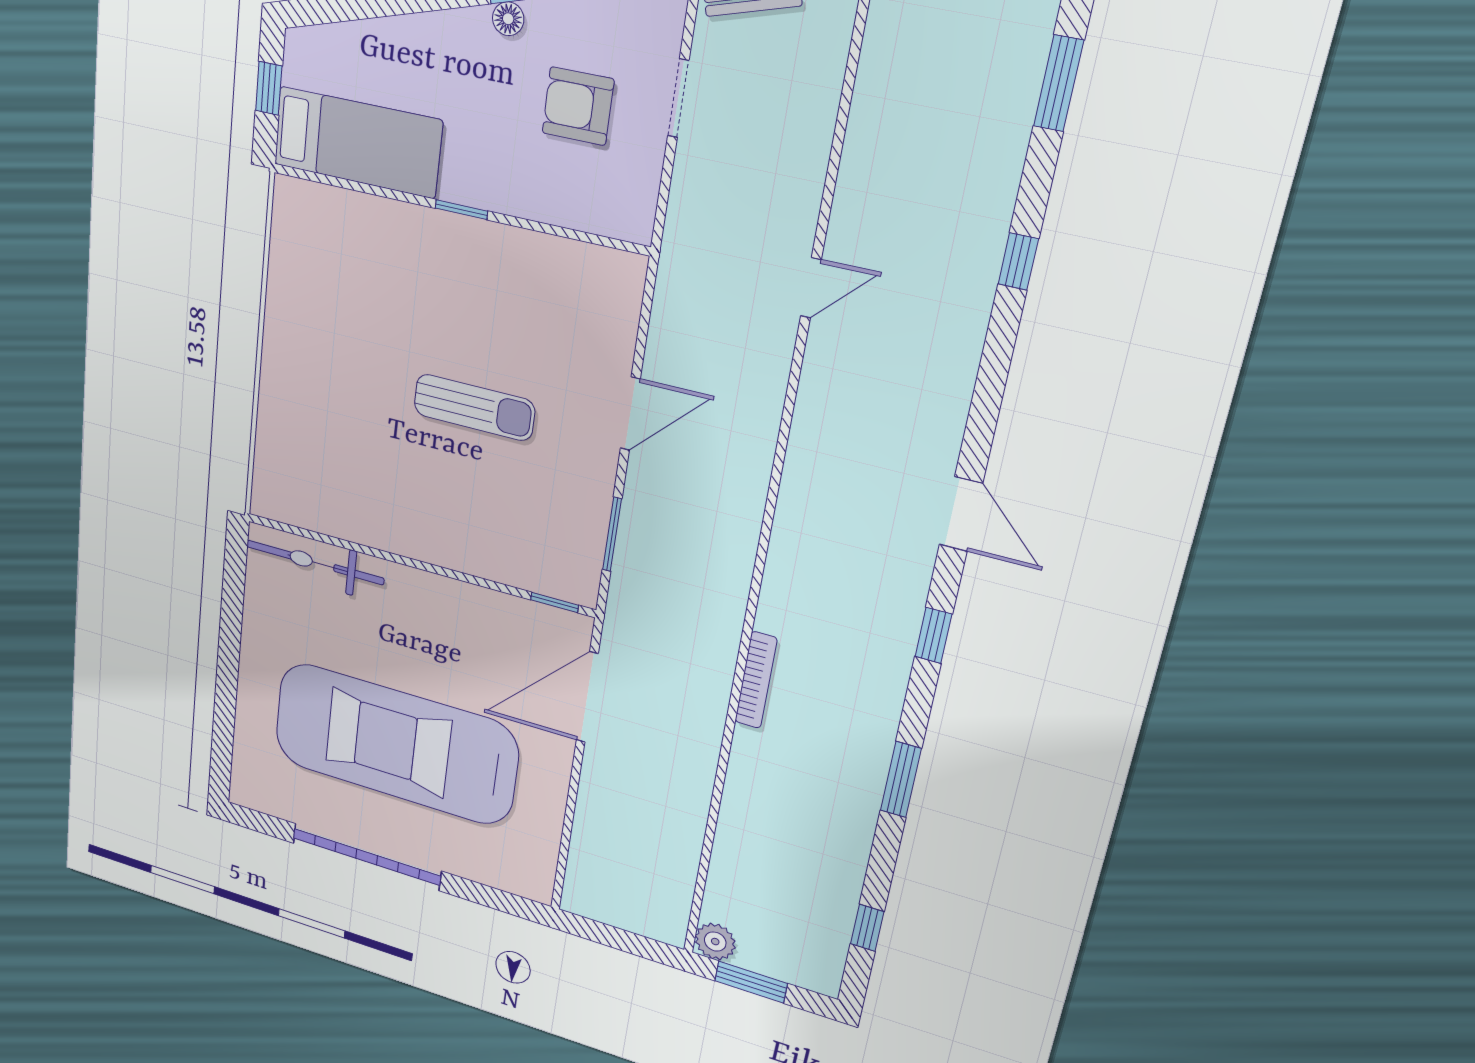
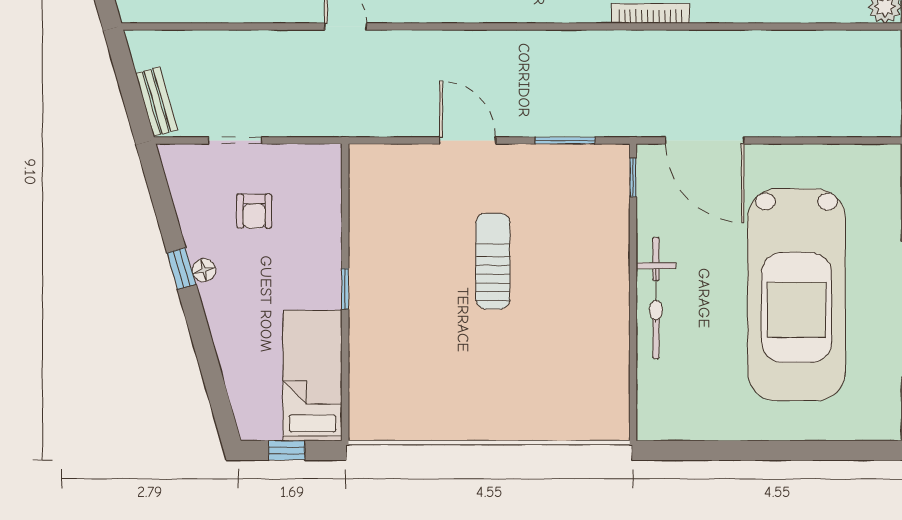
armchair: (578, 106) -> (254, 211), width x0.72, depth x0.72
bicycle: (315, 562) -> (656, 298), moved

